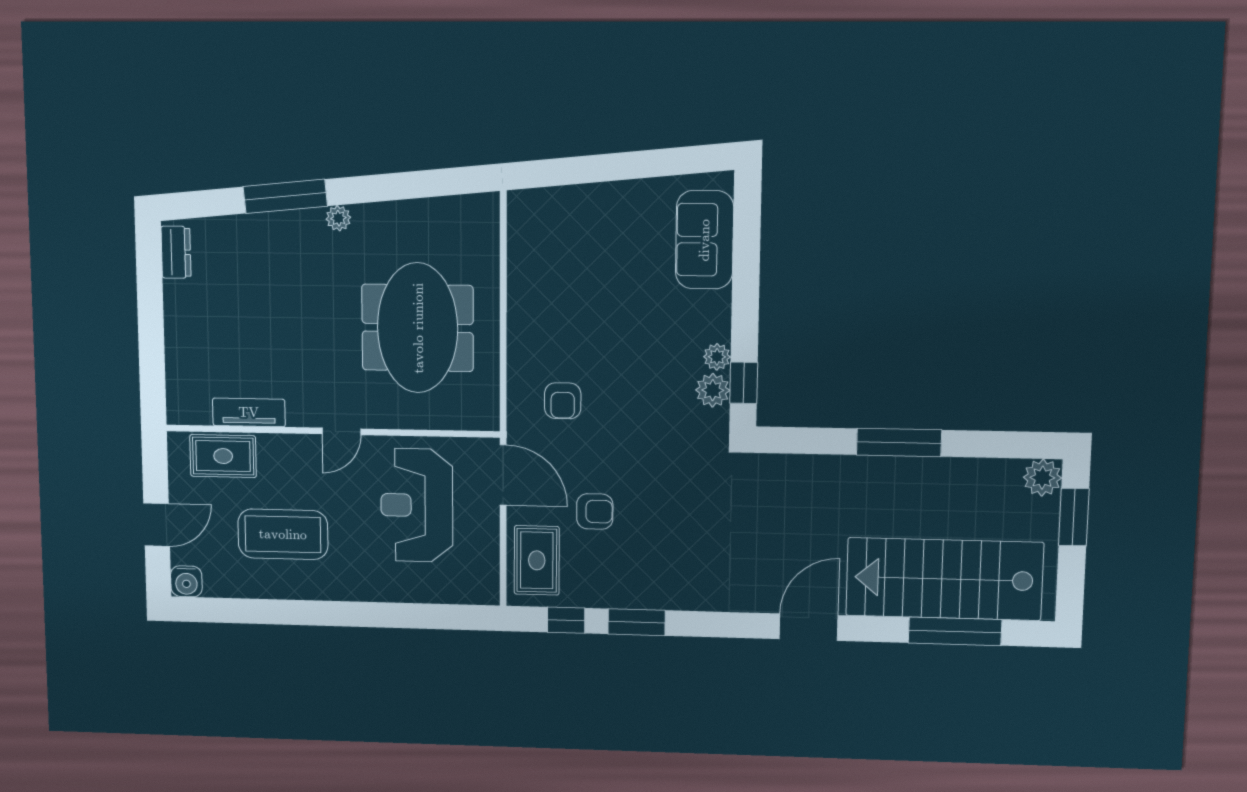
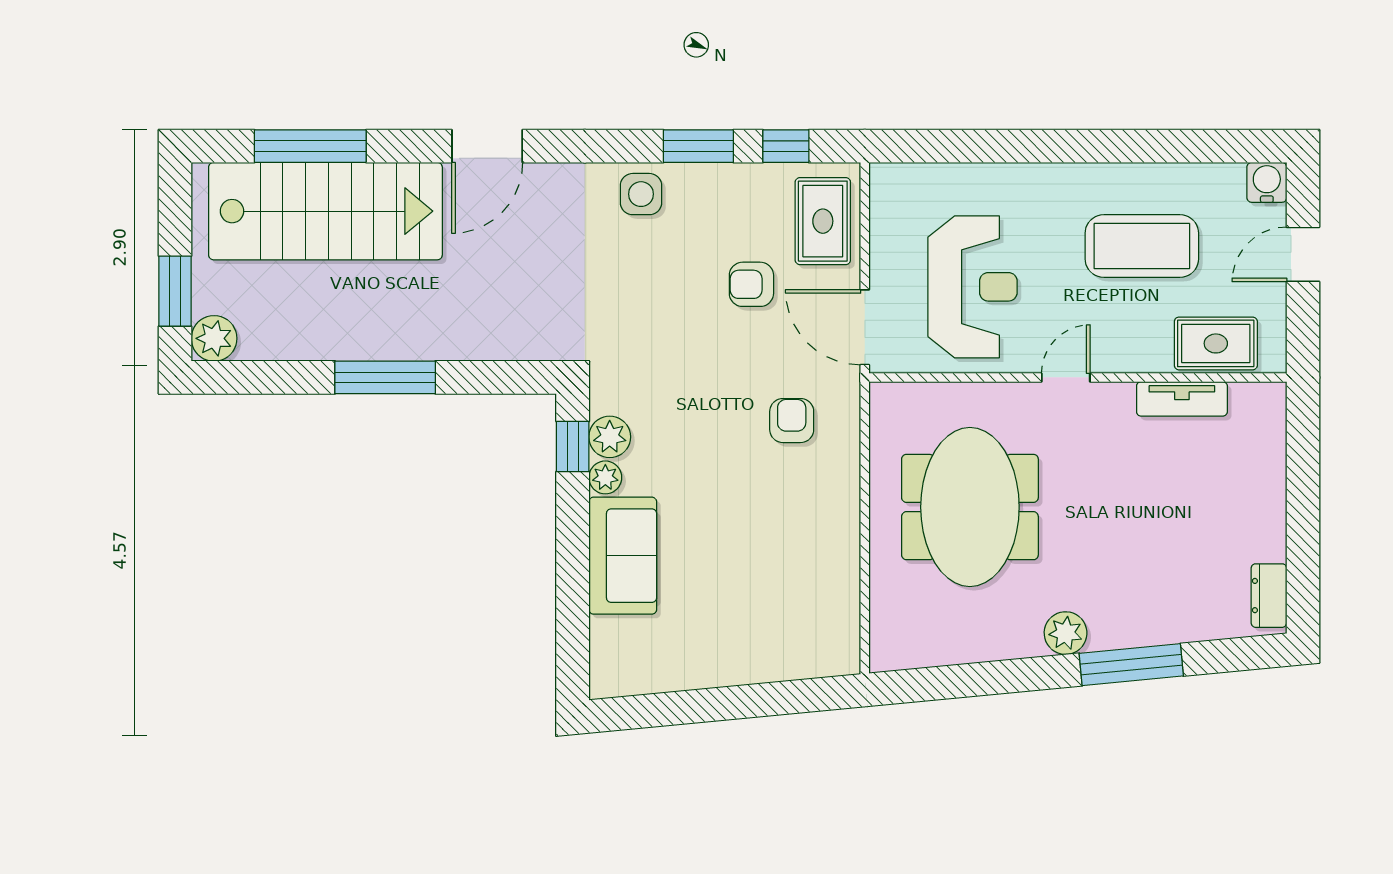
plant: (338, 218) -> (1066, 633), width x1.38, depth x1.38
sofa: (704, 240) -> (623, 556), moved
side table: (684, 586) -> (641, 194), added

